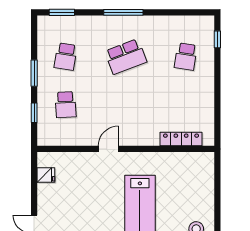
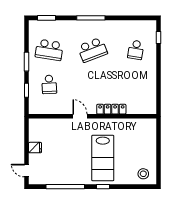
school desk: (66, 57) -> (49, 50), width x1.85
locker: (181, 139) -> (111, 109), moved
door: (108, 149) -> (80, 116), hinge flipped
fridge: (46, 175) -> (35, 148), moved

